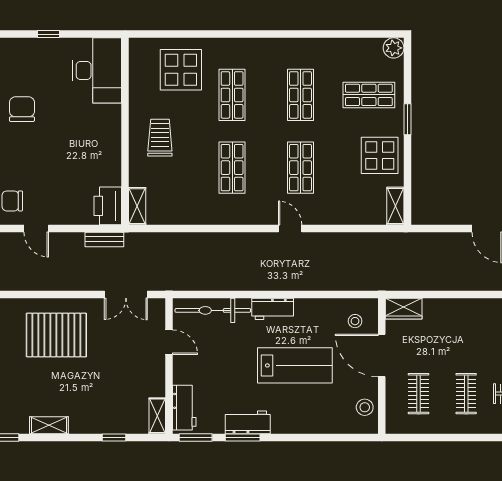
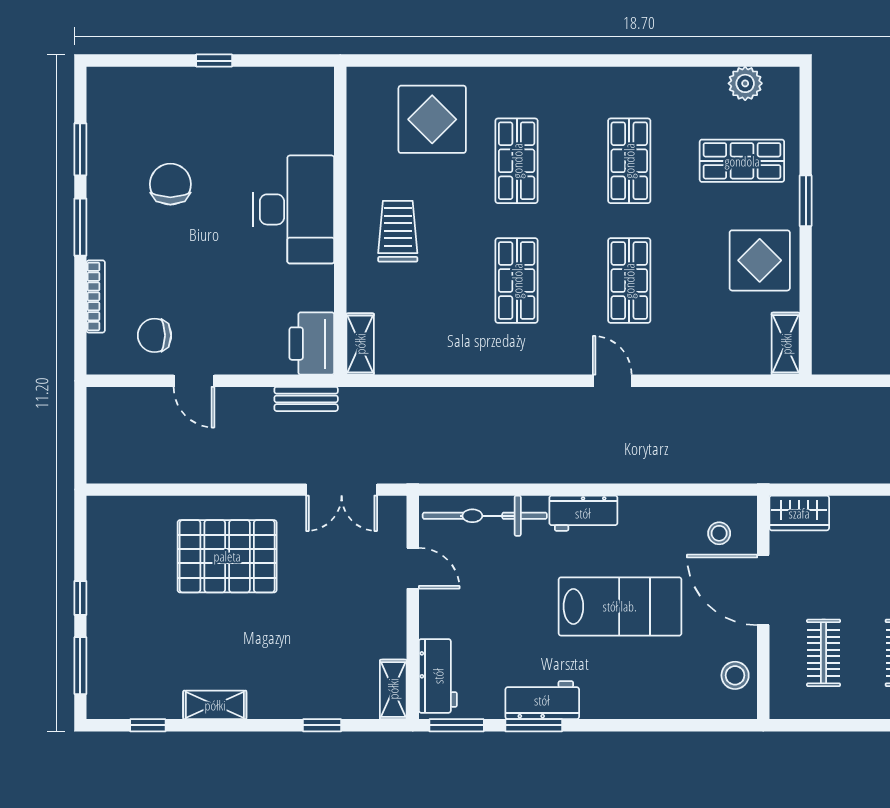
plant: (394, 48) -> (745, 83), moved
desk: (97, 70) -> (294, 209), moved

